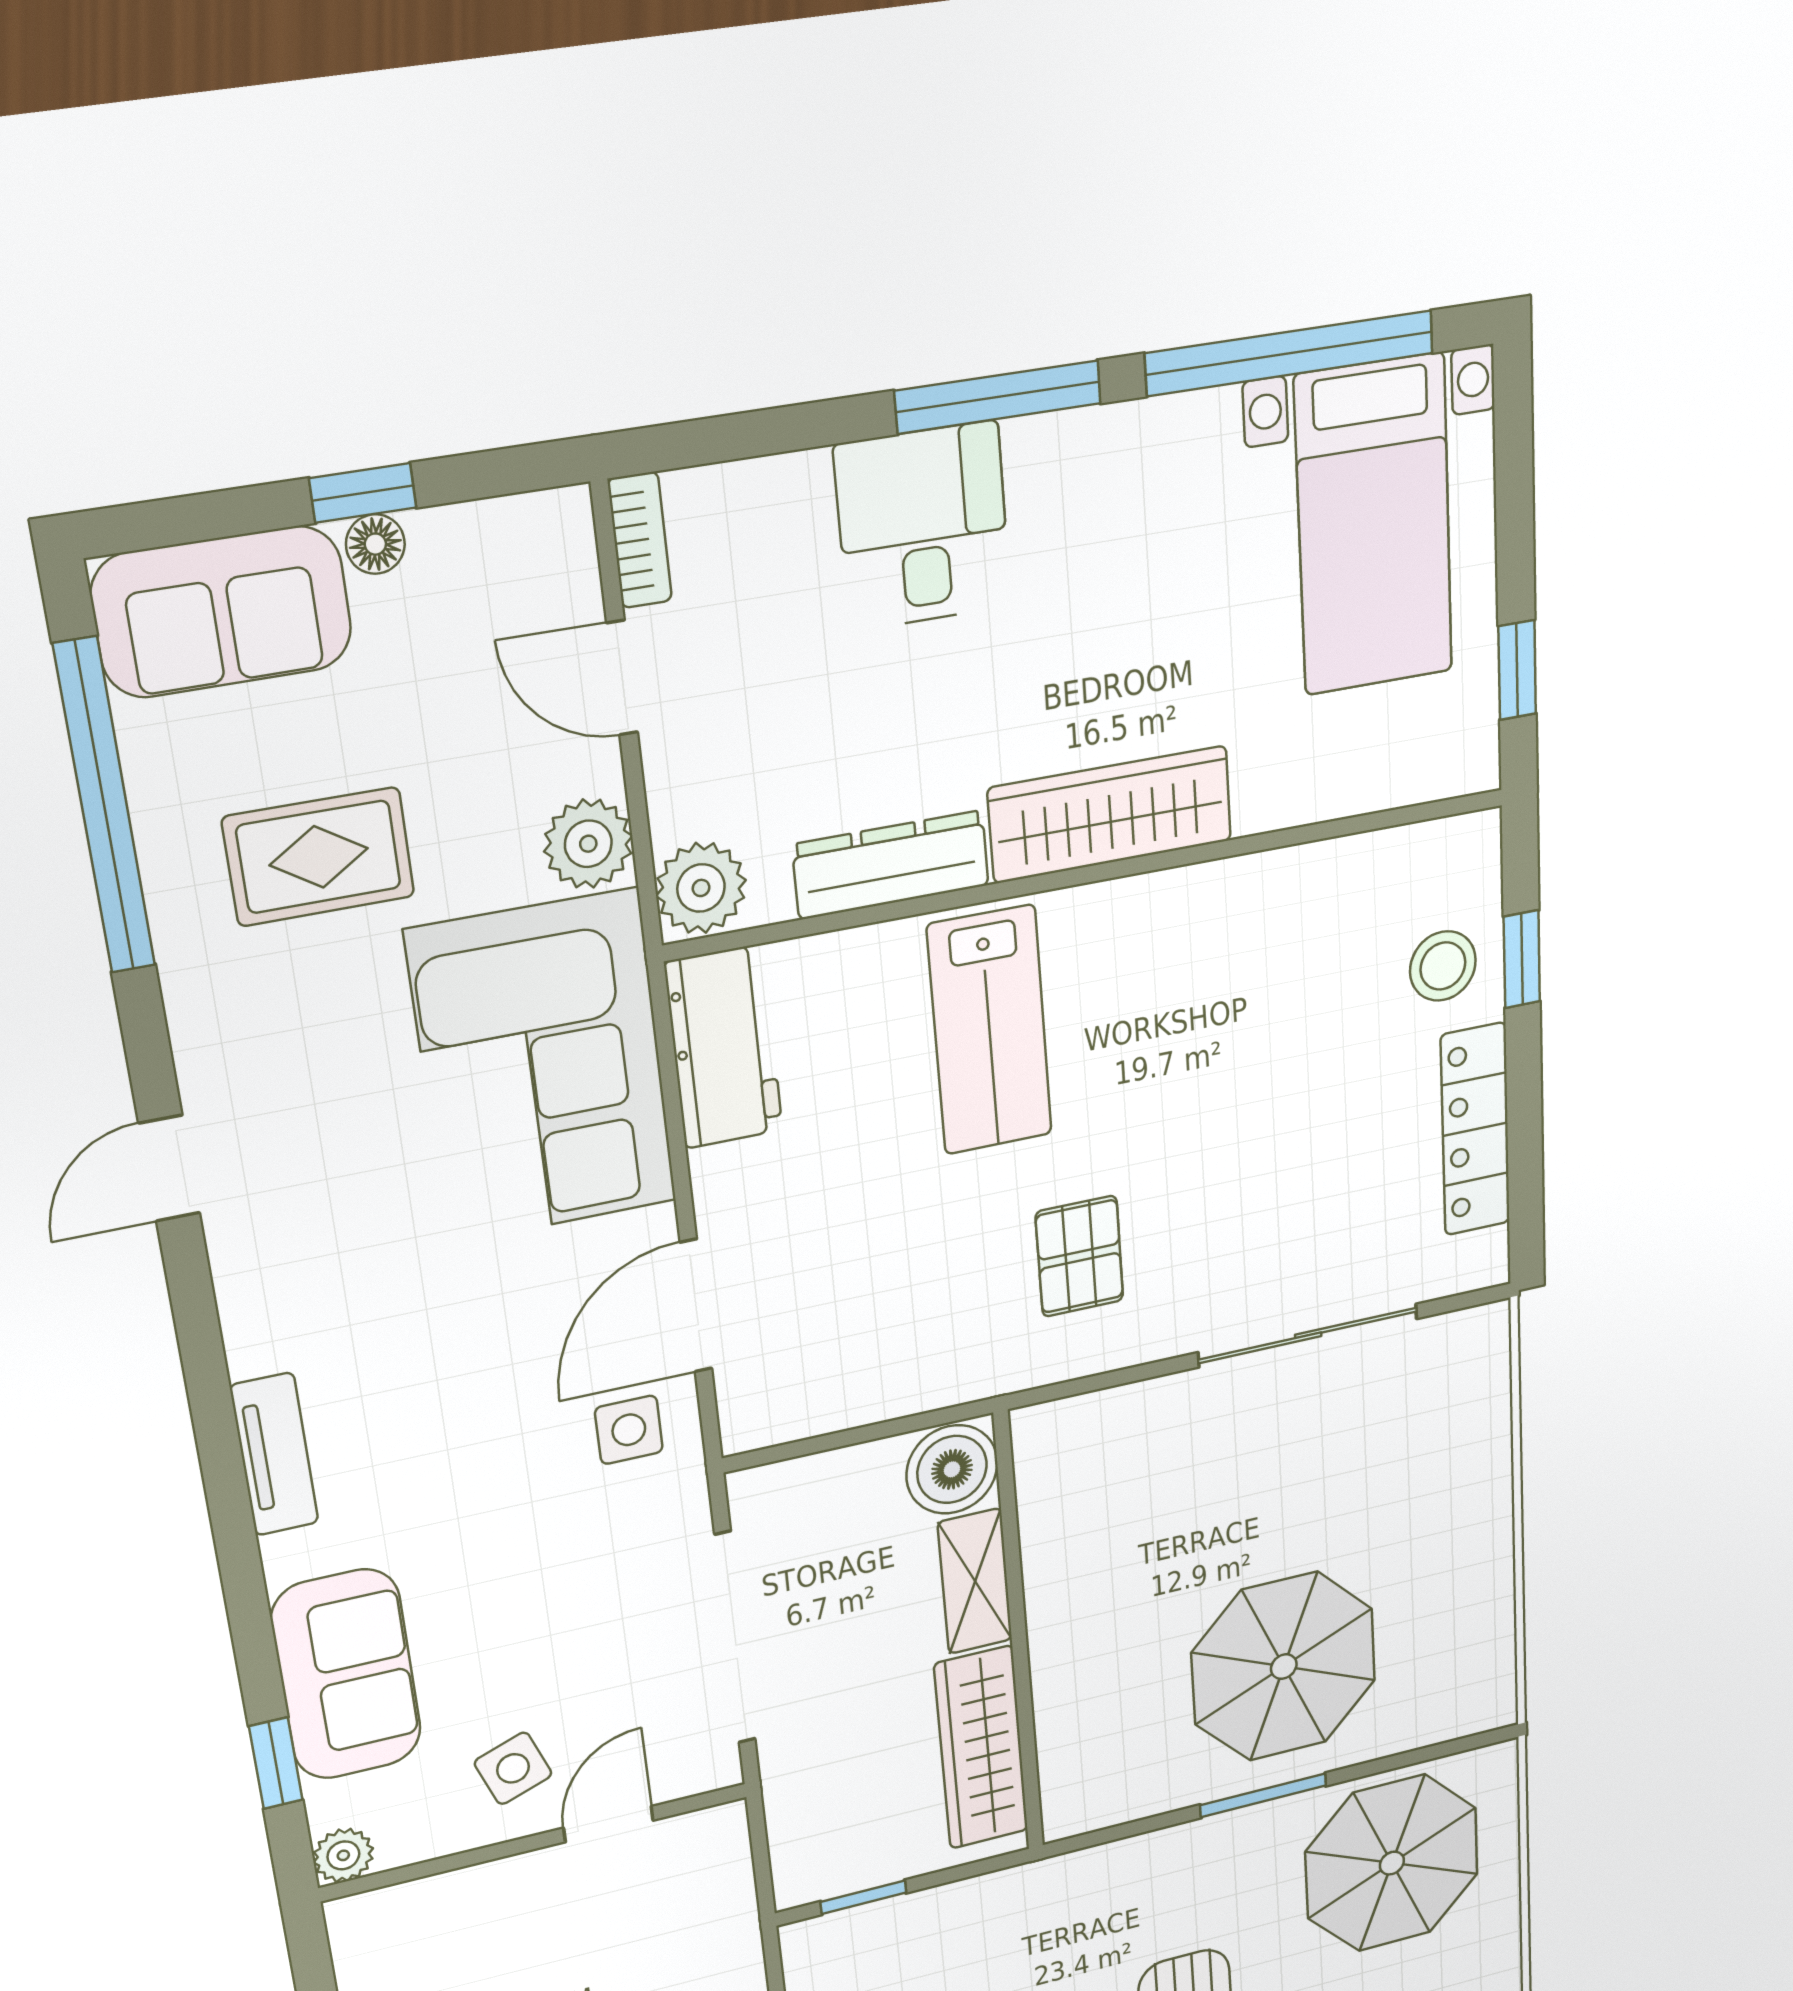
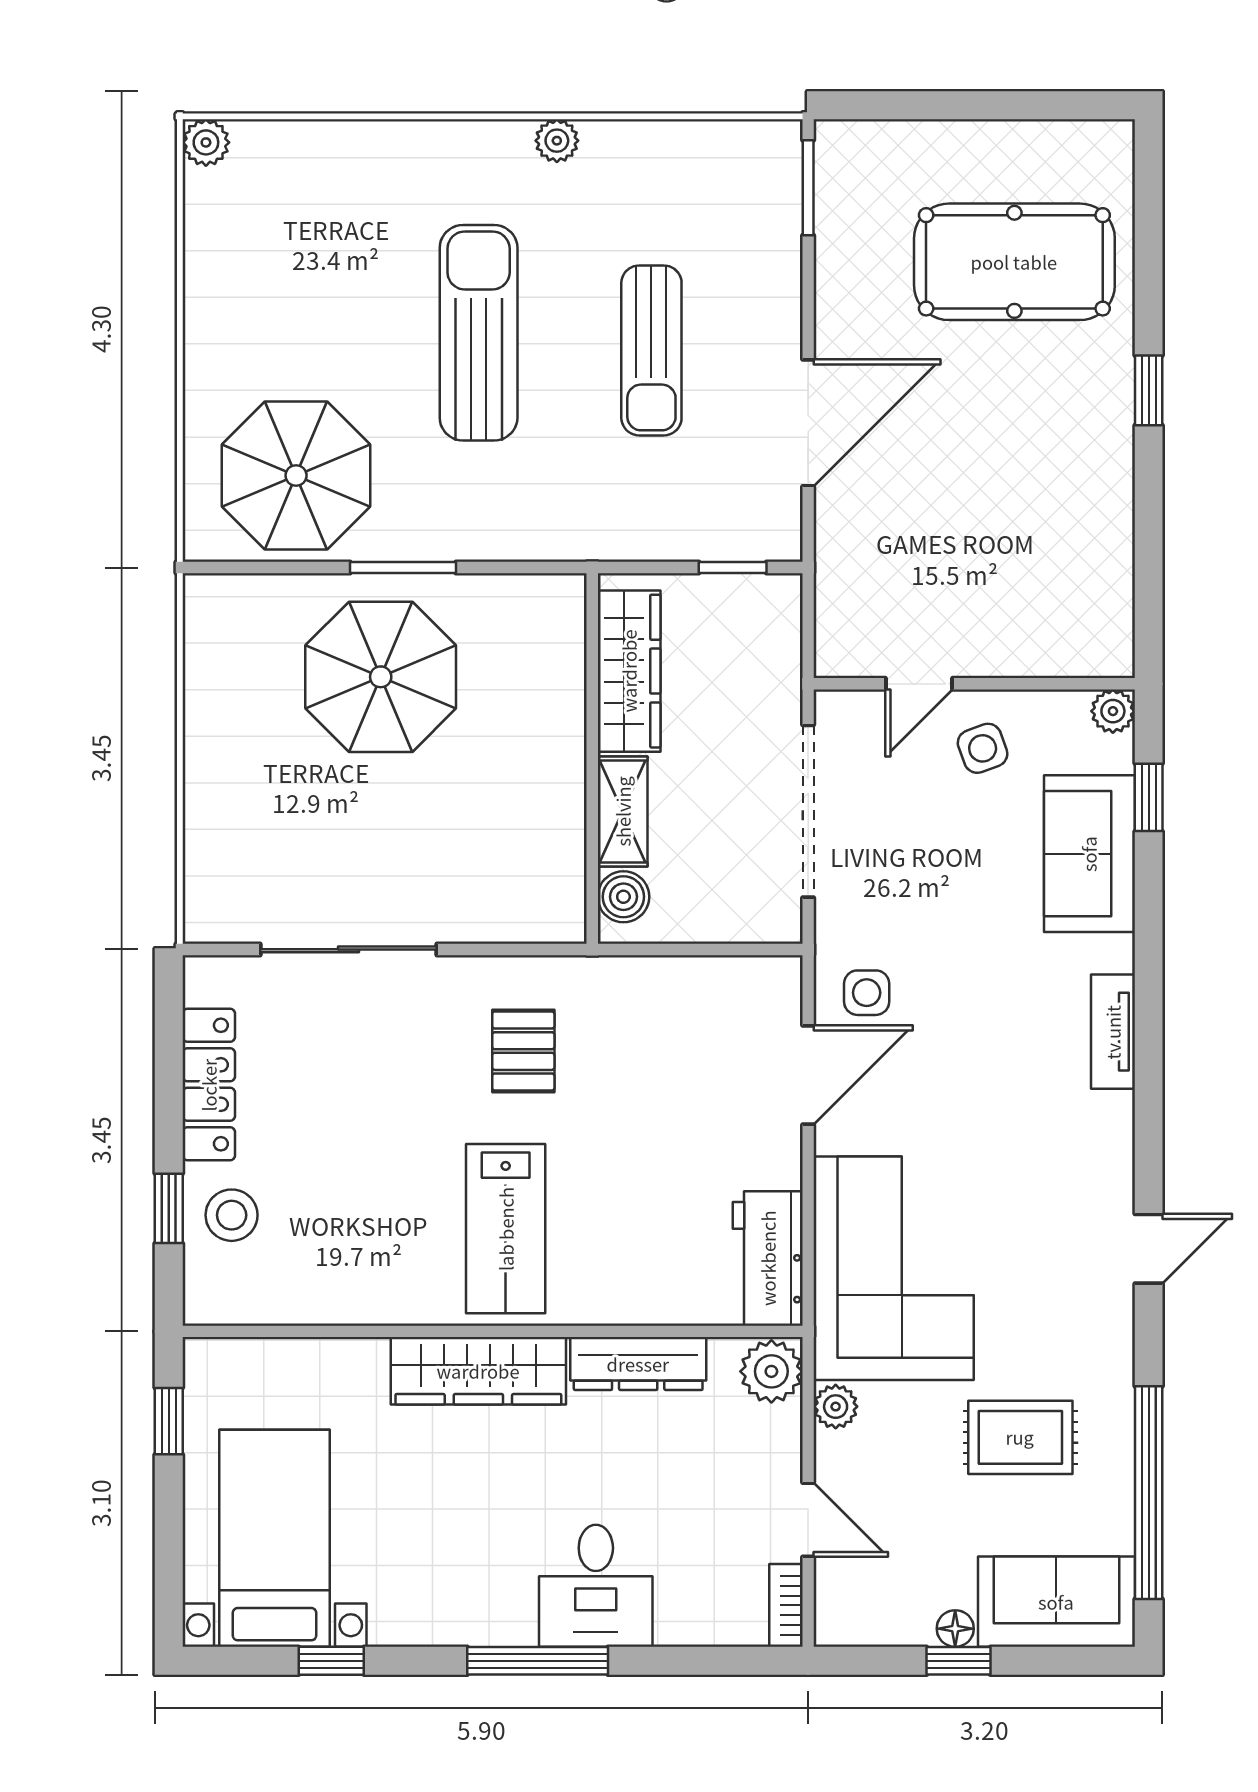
window: (1290, 353) -> (331, 1661), width x0.32
plant: (588, 844) -> (836, 1407), width x0.73, depth x0.73
lab bench: (990, 1030) -> (506, 1229), moved, turned 180
boiler: (952, 1469) -> (623, 897), width x0.73, depth x0.73

